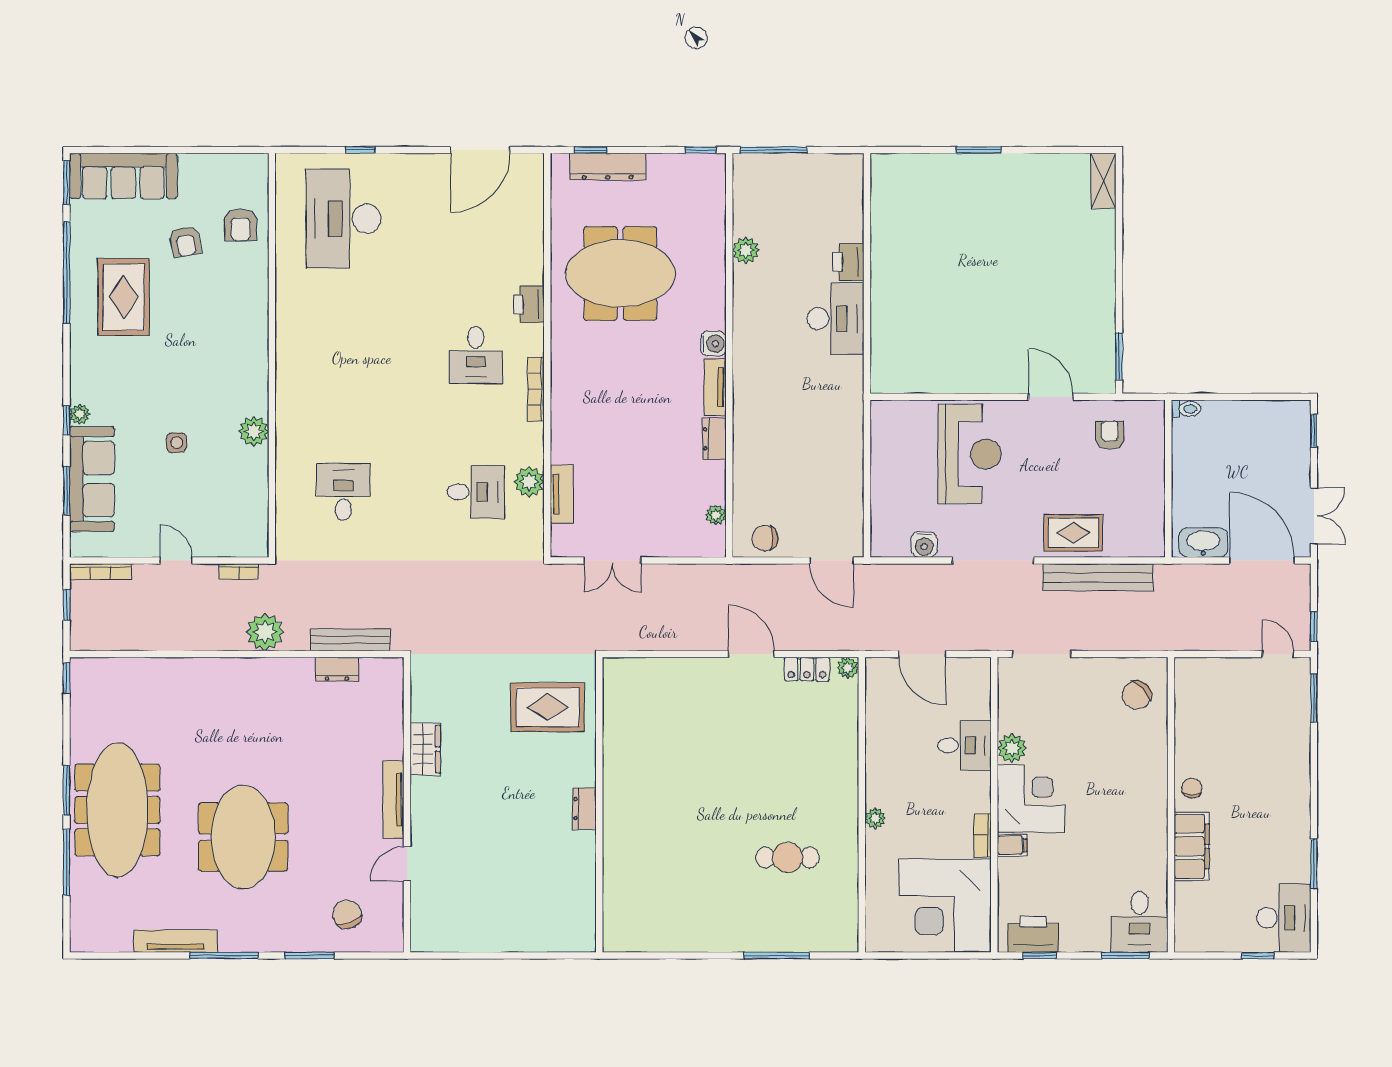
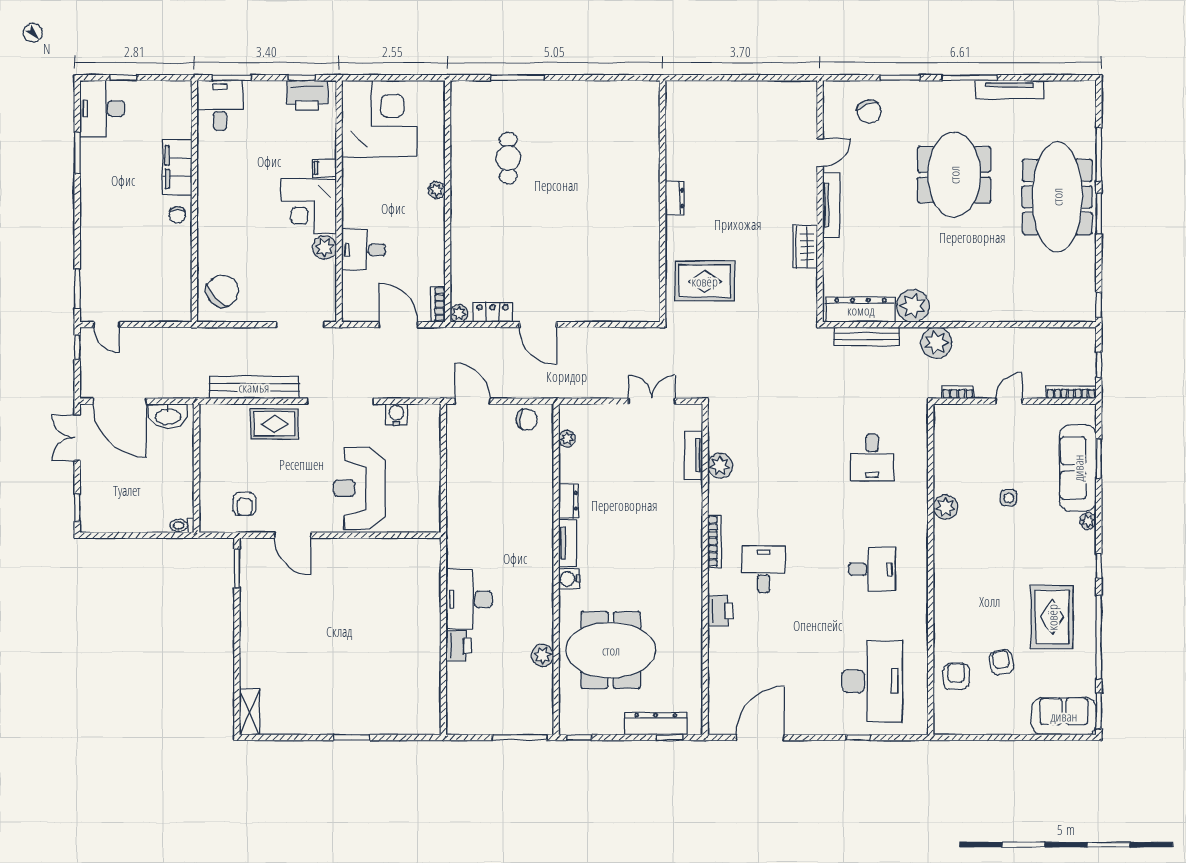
sofa: (123, 176) -> (1064, 716), width x0.73
meeting table: (620, 273) -> (611, 650), moved
window: (67, 420) -> (1099, 566), moved
desk: (476, 492) -> (872, 569), moved, turned 180
door: (176, 561) -> (1009, 401), swing flipped
dresser: (337, 669) -> (861, 310), width x1.96, depth x1.24
plant: (294, 677) -> (913, 306), added
chair: (1137, 695) -> (222, 291), width x1.37, depth x1.37
bookcase: (982, 835) -> (438, 304), moved, turned 180
cafe table: (788, 857) -> (508, 158), turned 90

